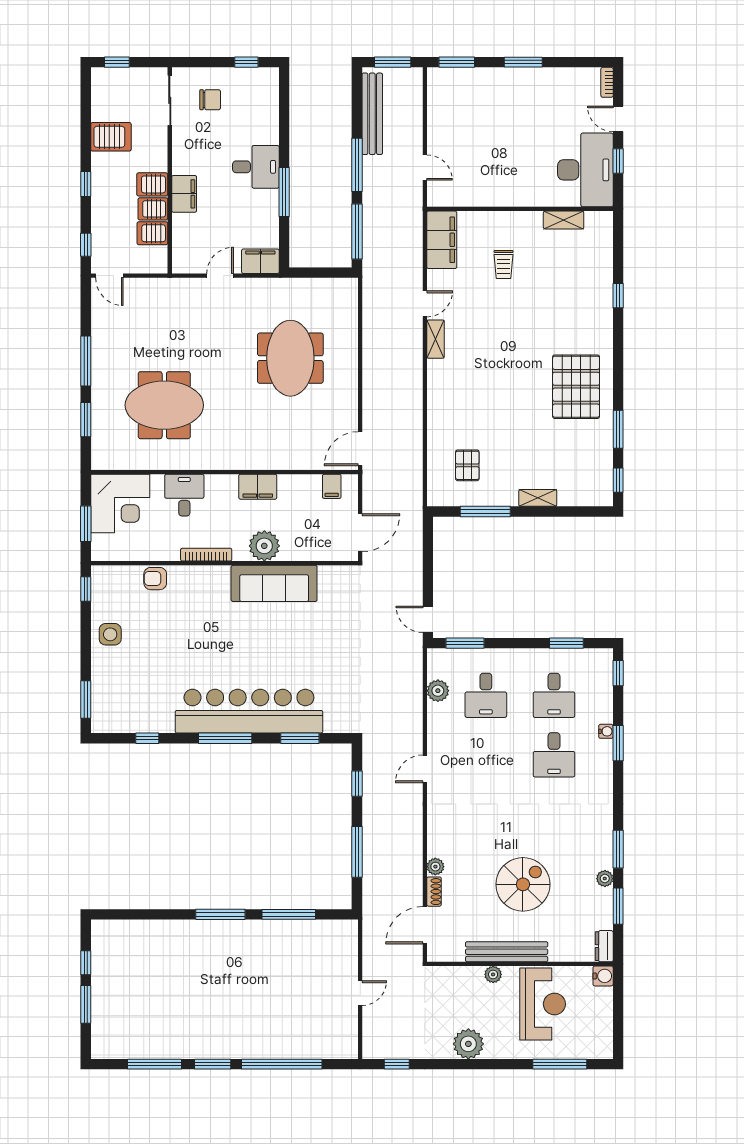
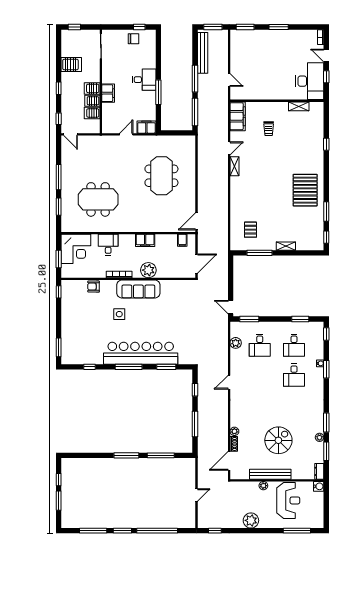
chair: (210, 100) -> (134, 39), moved
sofa: (274, 583) -> (138, 289), moved
side table: (110, 634) -> (119, 314), moved

